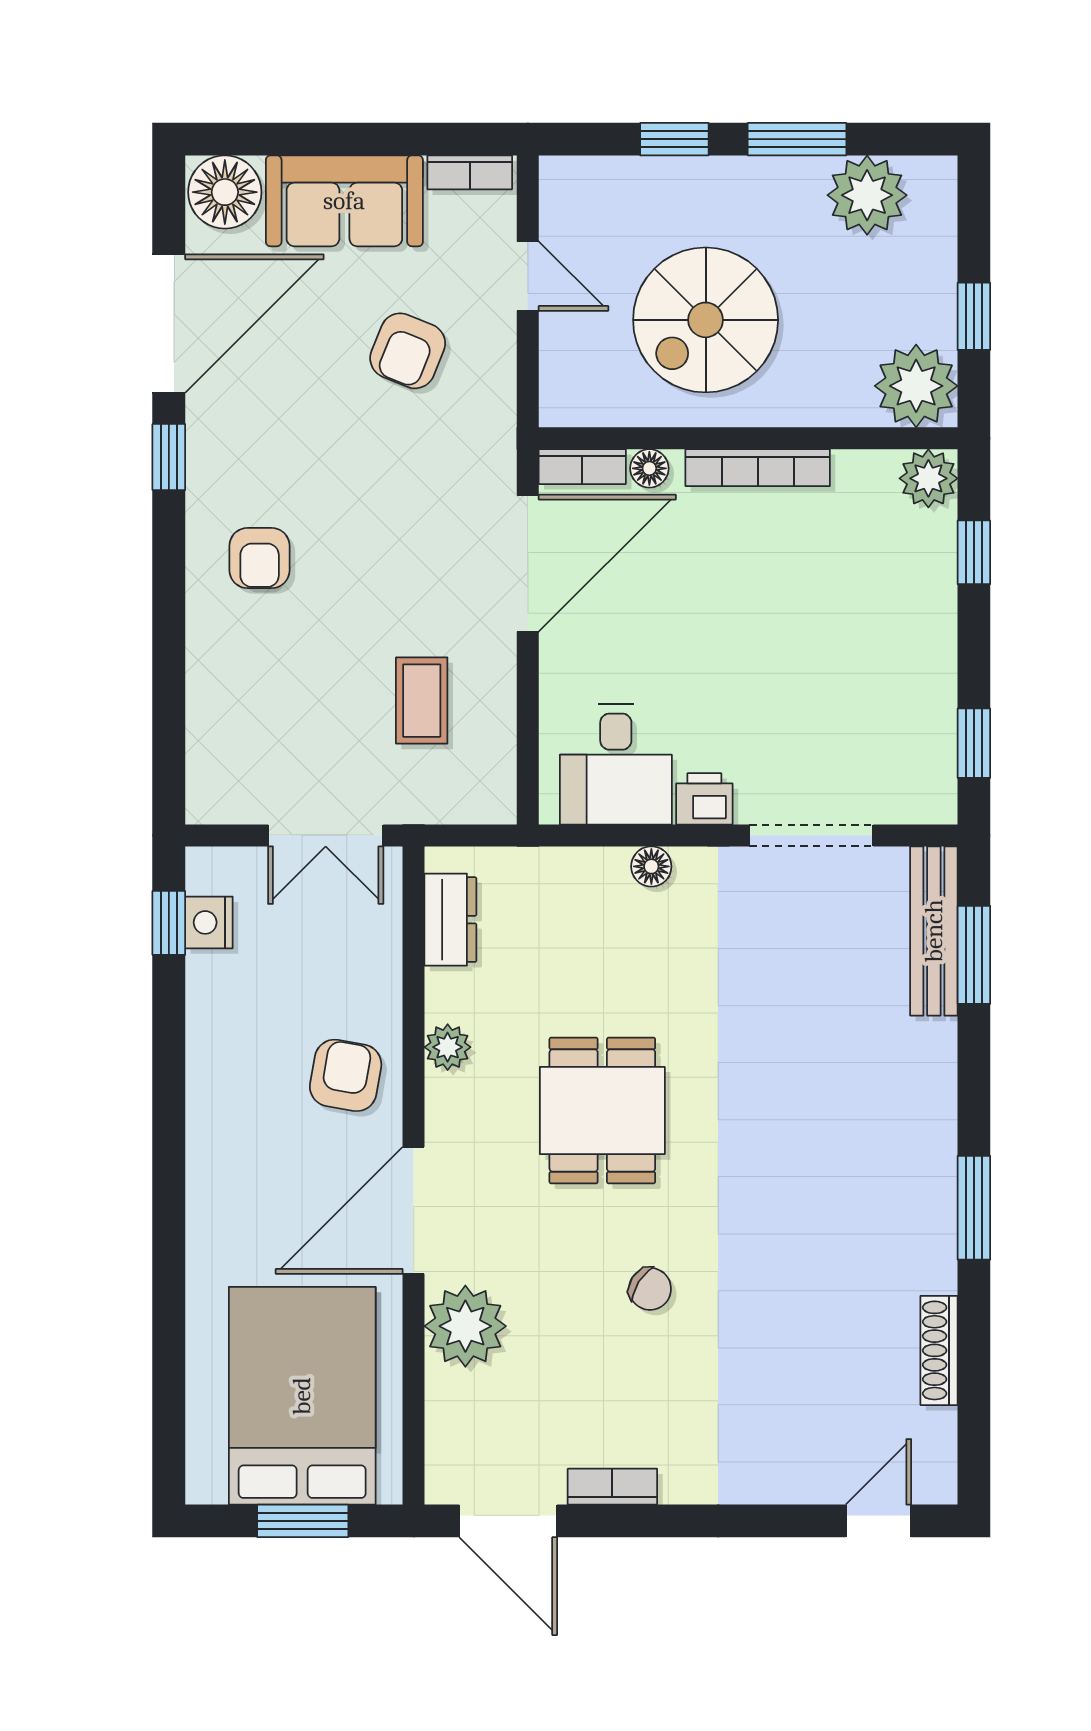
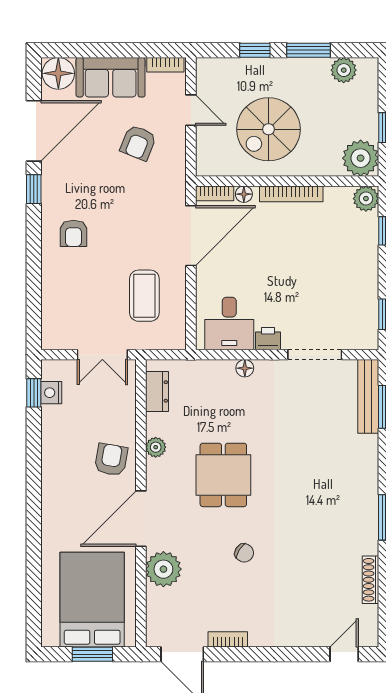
plant: (867, 195) -> (344, 70), width x0.73, depth x0.73
coffee table: (422, 701) -> (144, 296), width x1.36, depth x1.30

